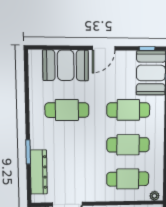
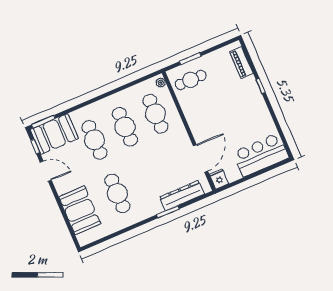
door: (104, 48) -> (46, 171), moved

